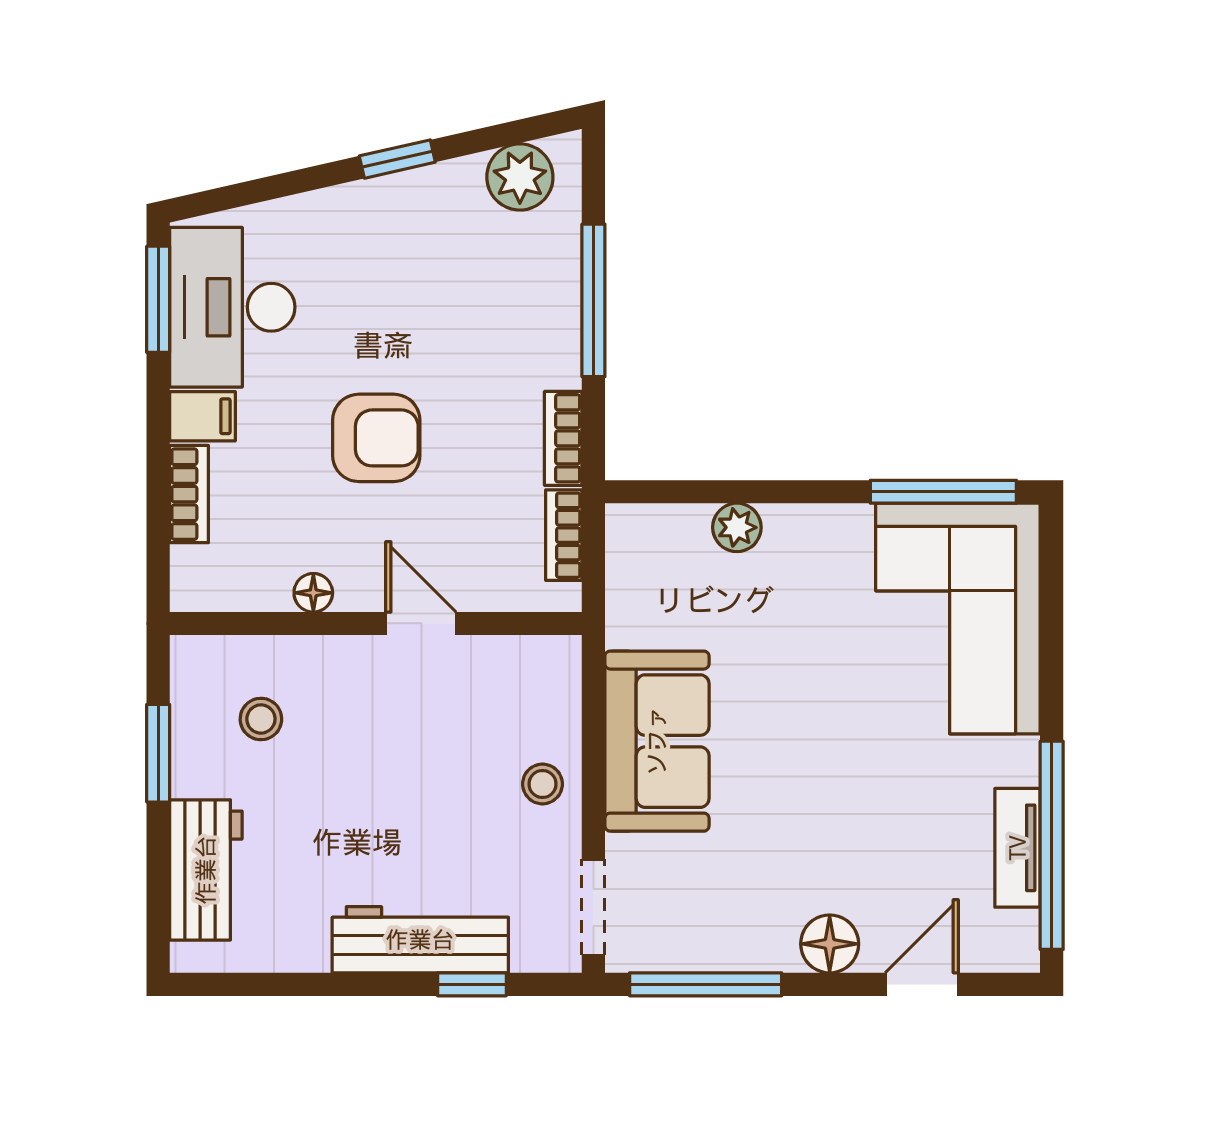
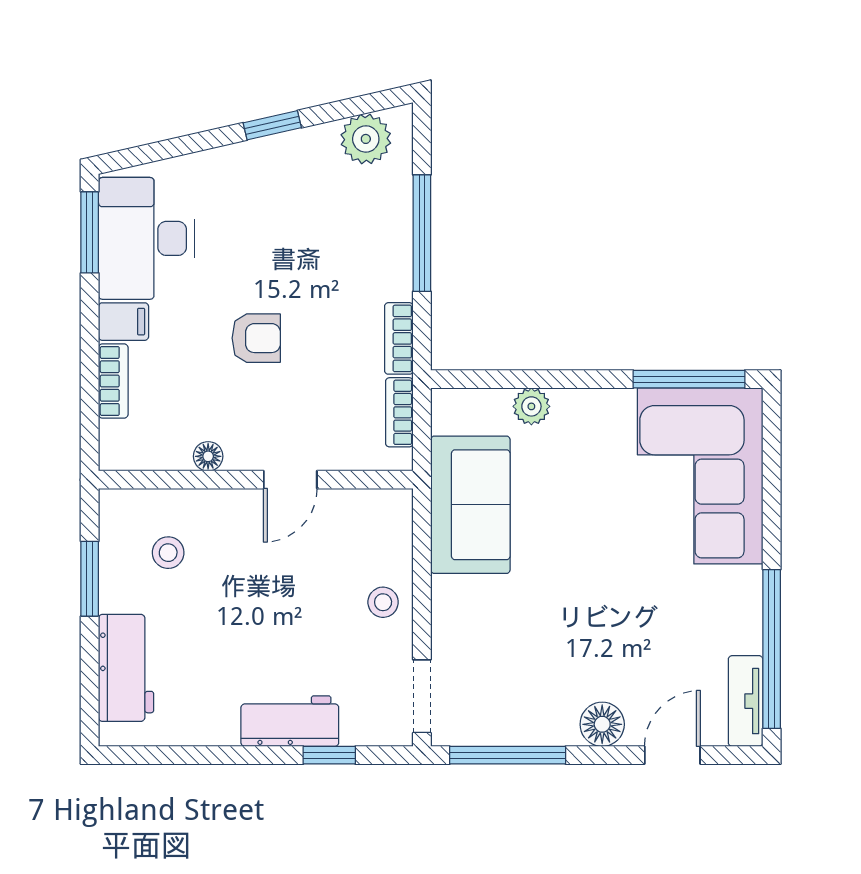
armchair: (376, 438) -> (256, 338), width x0.72, depth x0.72
door: (421, 623) -> (290, 480), swing flipped
sofa: (657, 741) -> (470, 505), moved
tv unit: (1018, 848) -> (746, 701), moved
workbench: (420, 940) -> (290, 721), width x0.73

